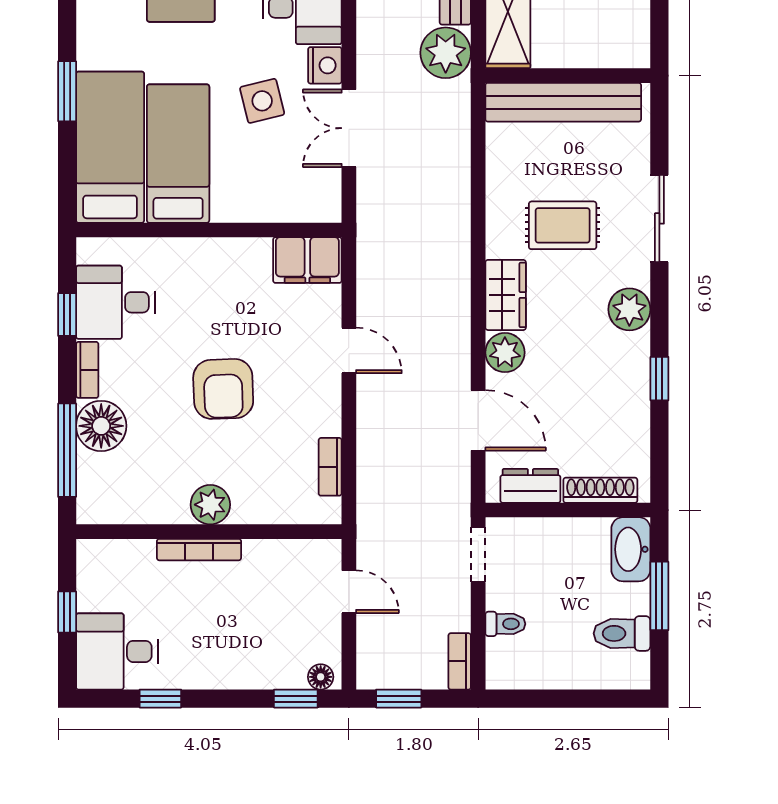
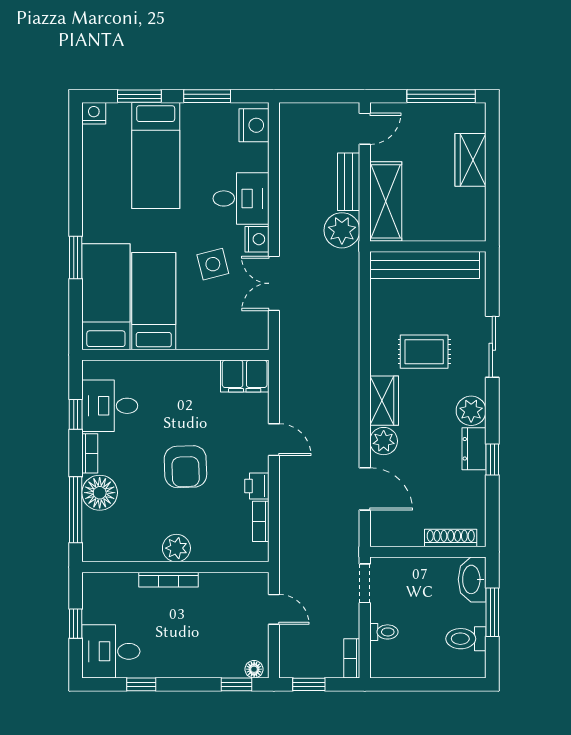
printer: (325, 416) -> (257, 486), added
dresser: (530, 486) -> (474, 449), moved, turned -90

